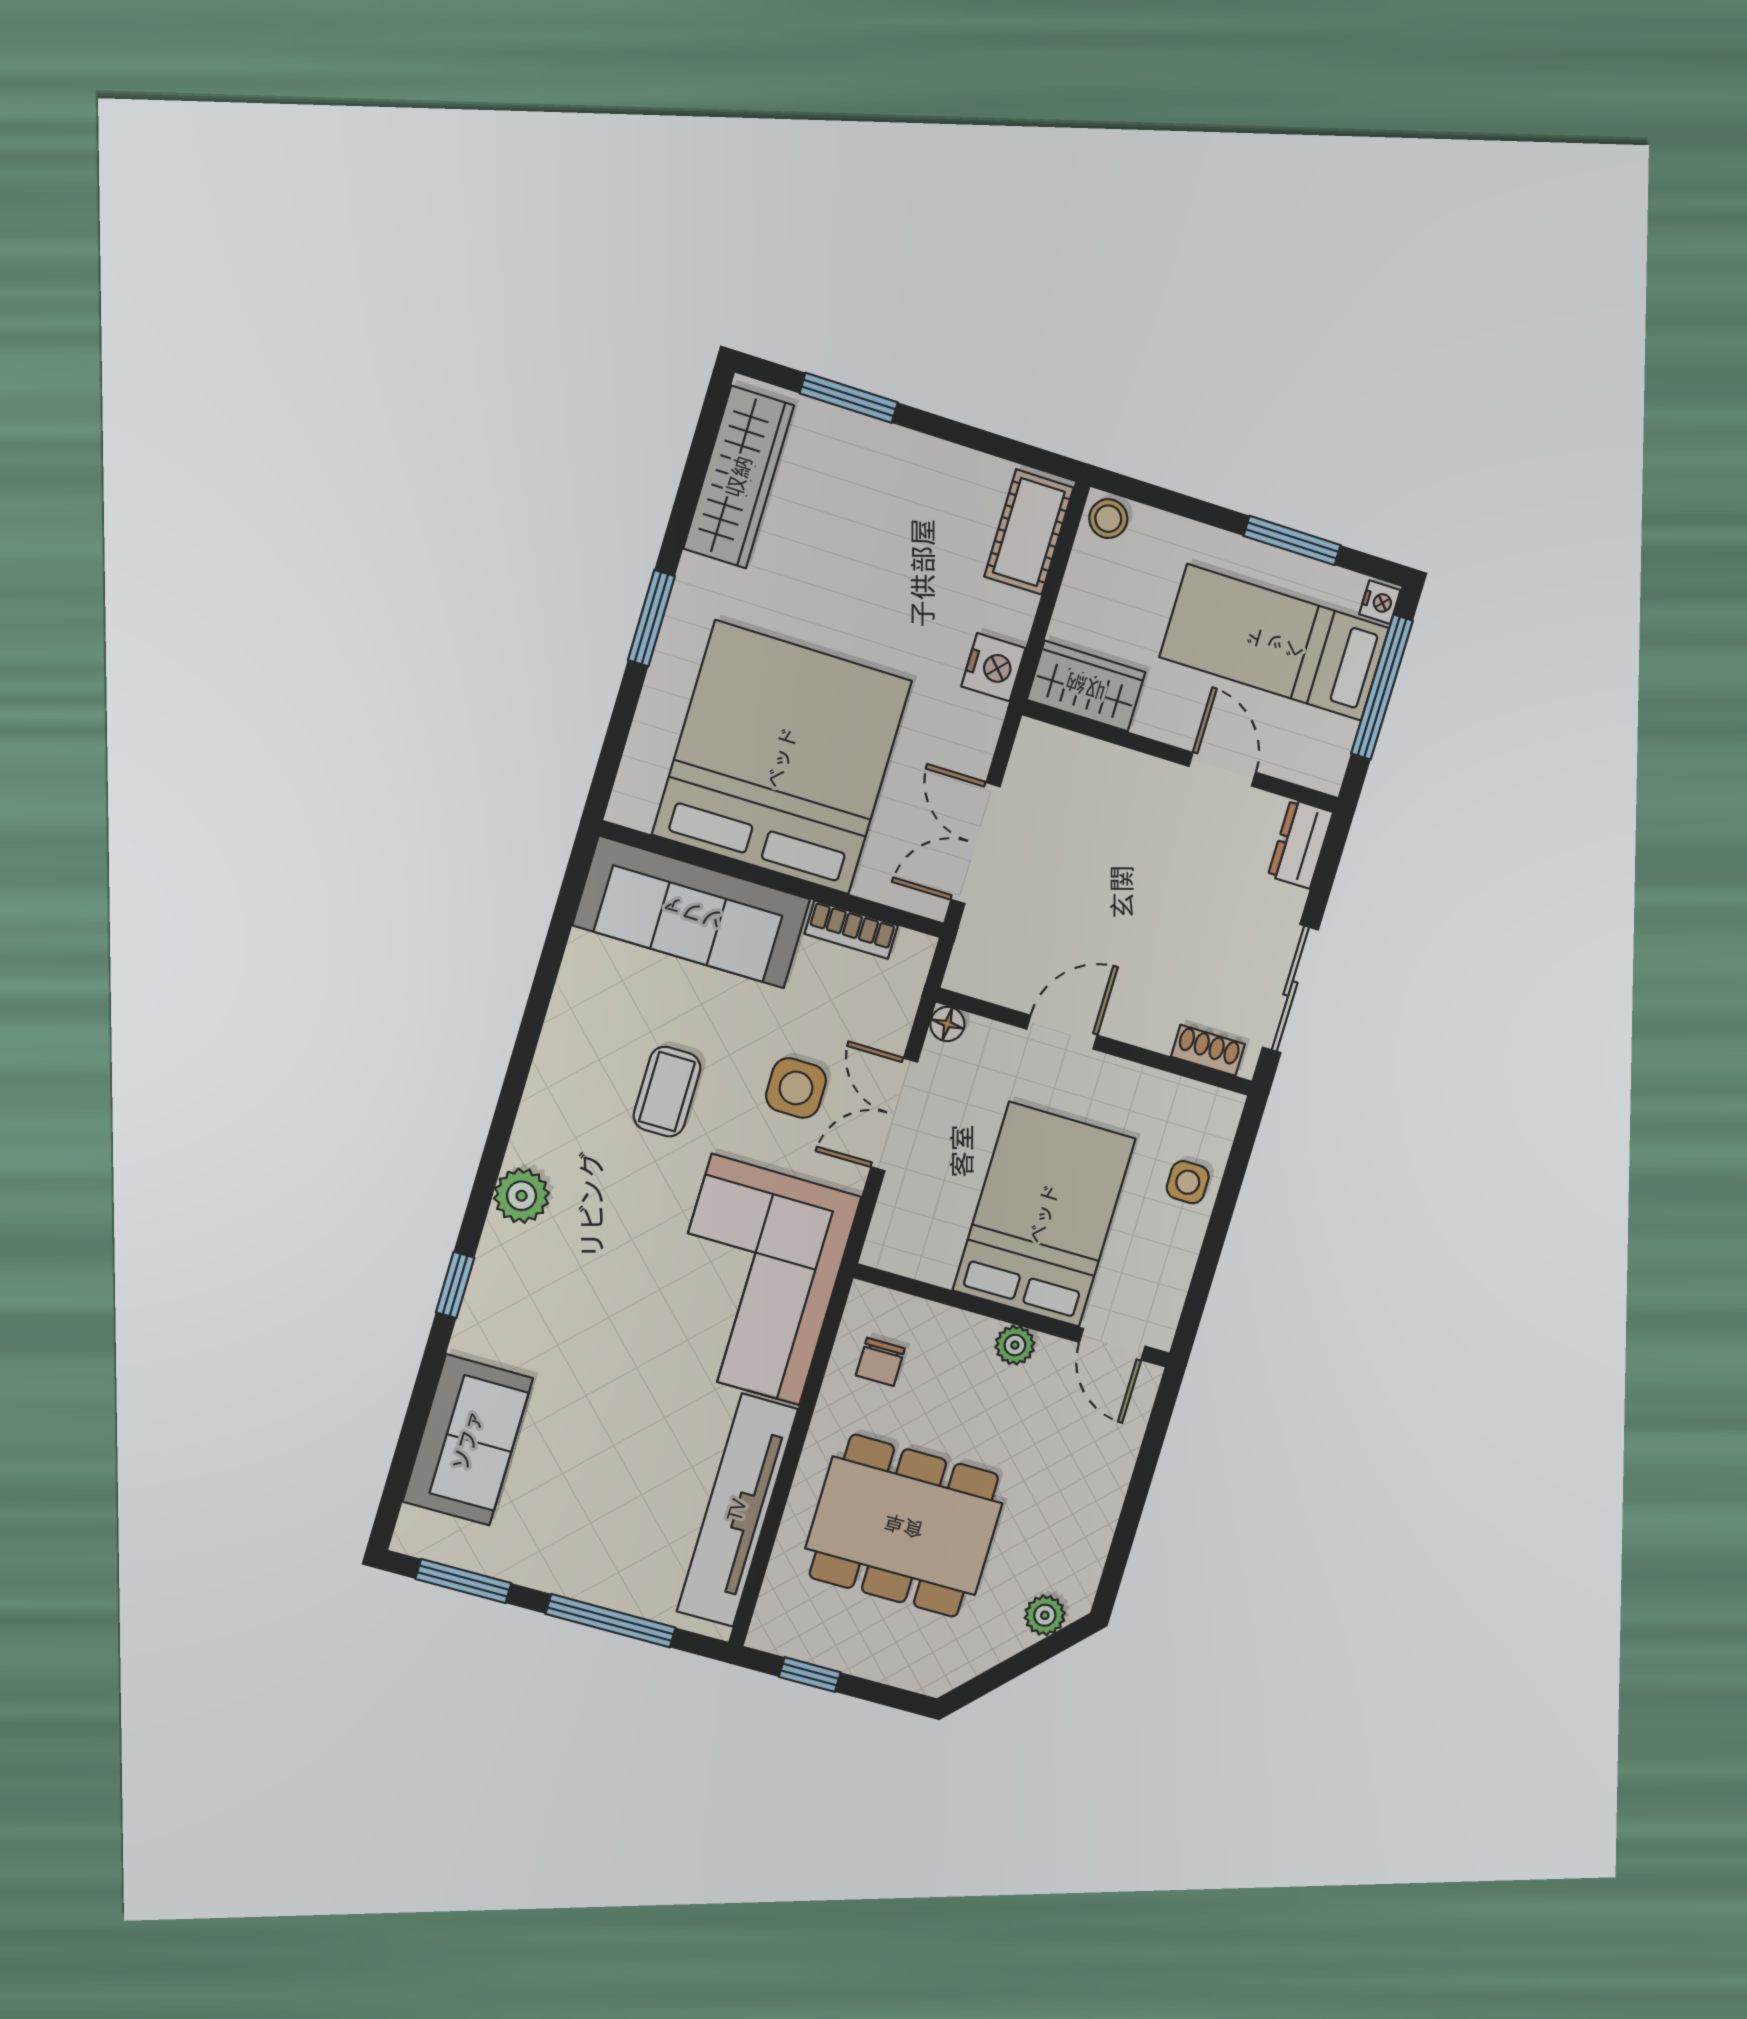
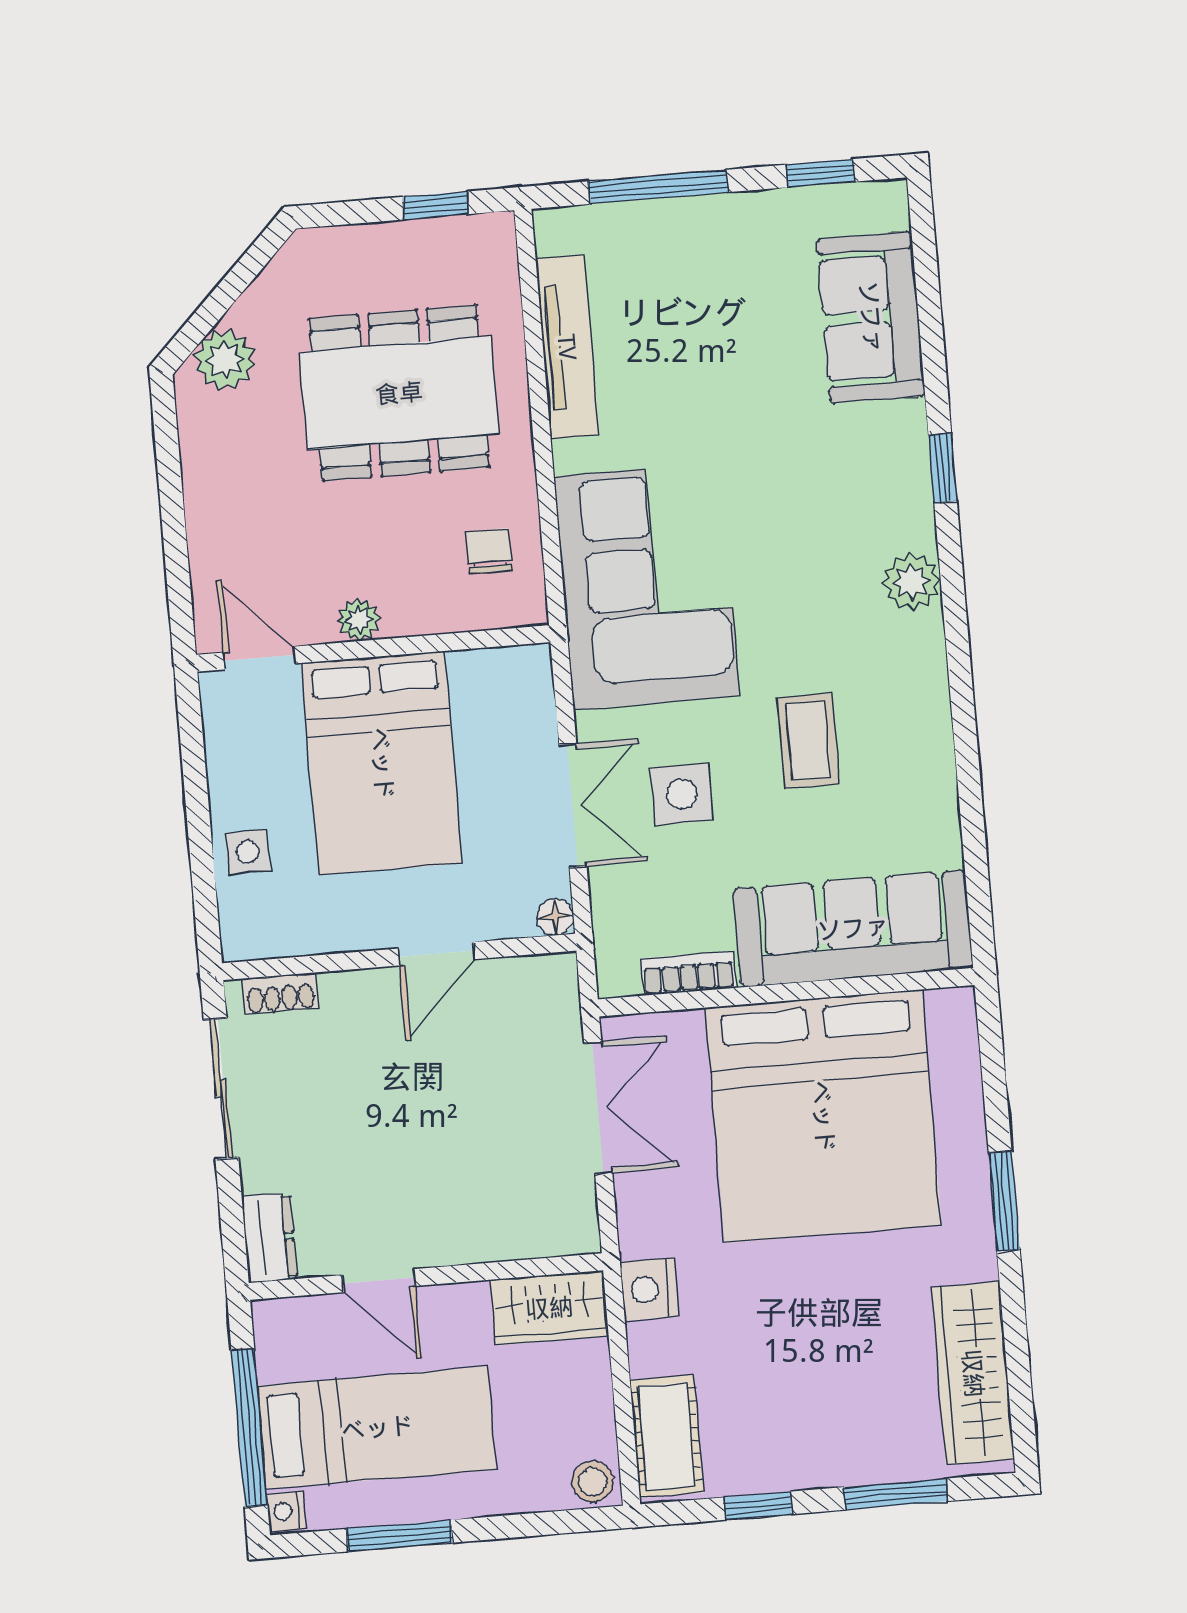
window: (973, 438) -> (758, 1506), added
tv unit: (737, 1510) -> (567, 347), width x0.73, depth x0.78
window: (463, 1581) -> (821, 173), width x0.67
plant: (1045, 1615) -> (225, 360), width x1.38, depth x1.38

